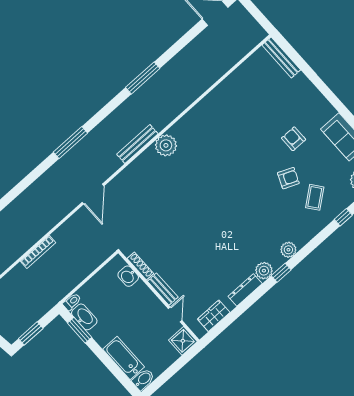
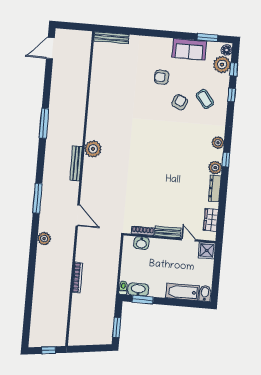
plant: (41, 186) -> (44, 239), added

